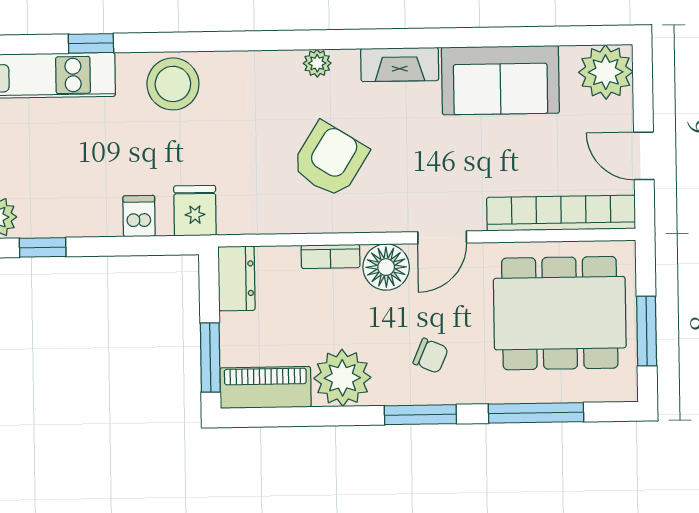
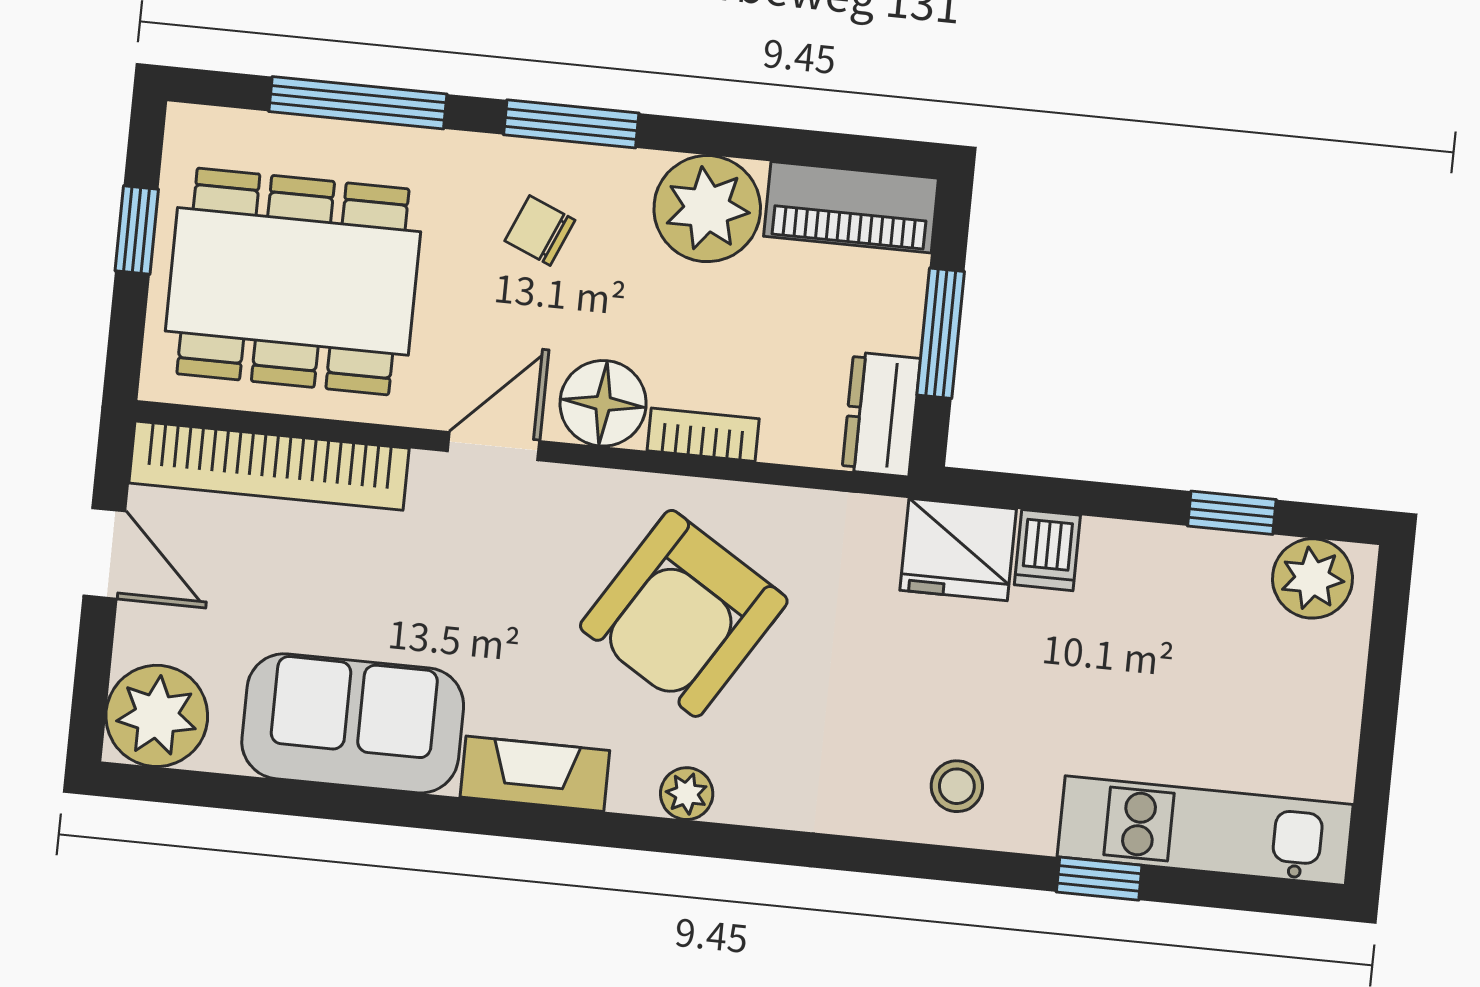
stool: (173, 84) -> (957, 786), width x0.53, depth x0.53
armchair: (330, 160) -> (684, 613), width x1.36, depth x1.36
fridge: (195, 211) -> (958, 550), width x1.38
window: (647, 331) -> (137, 230), width x0.67
window: (210, 358) -> (941, 333), moved

